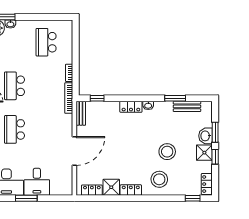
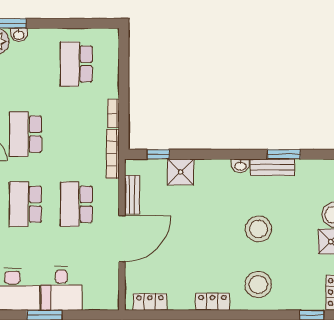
bench: (187, 106) -> (272, 167), moved
locker: (131, 107) -> (213, 168), removed
bench: (81, 113) -> (132, 195), moved
school desk: (46, 129) -> (76, 204), added
stool: (167, 152) -> (258, 229), moved
shower: (111, 187) -> (181, 172), moved

